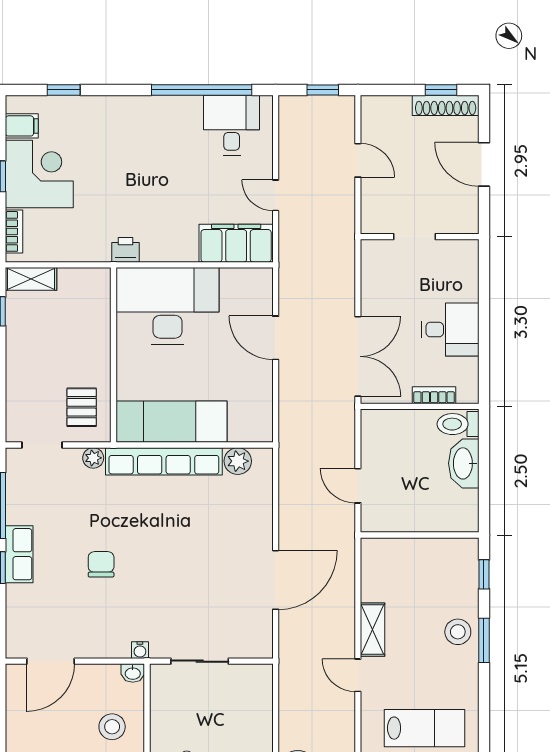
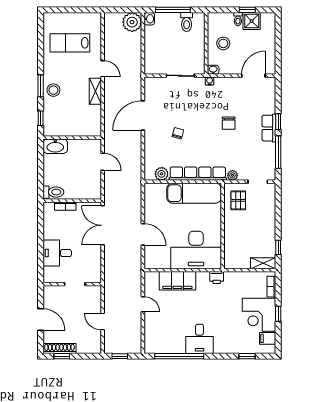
desk: (232, 125) -> (200, 339), moved
filing cabinet: (236, 243) -> (177, 281), moved
desk: (450, 330) -> (57, 253), moved
washbasin: (464, 463) -> (55, 146), moved, turned 90
chair: (205, 544) -> (178, 133), added

